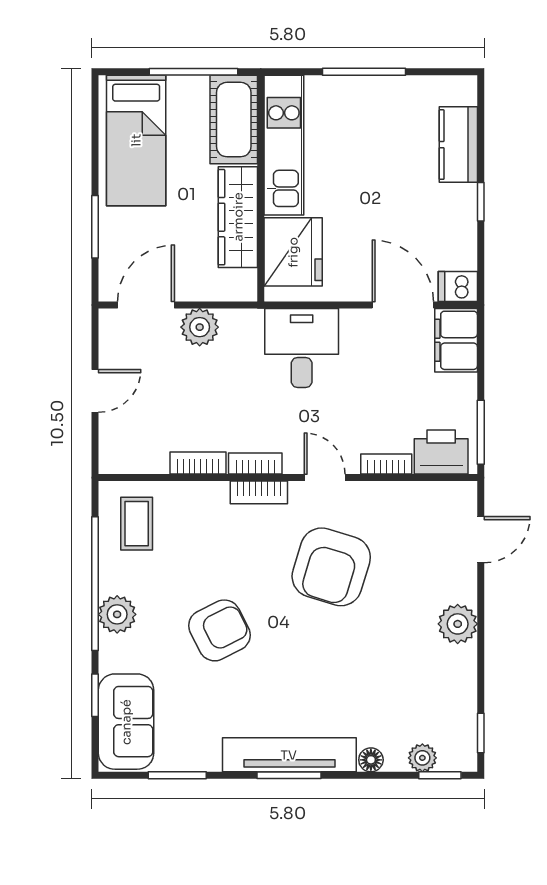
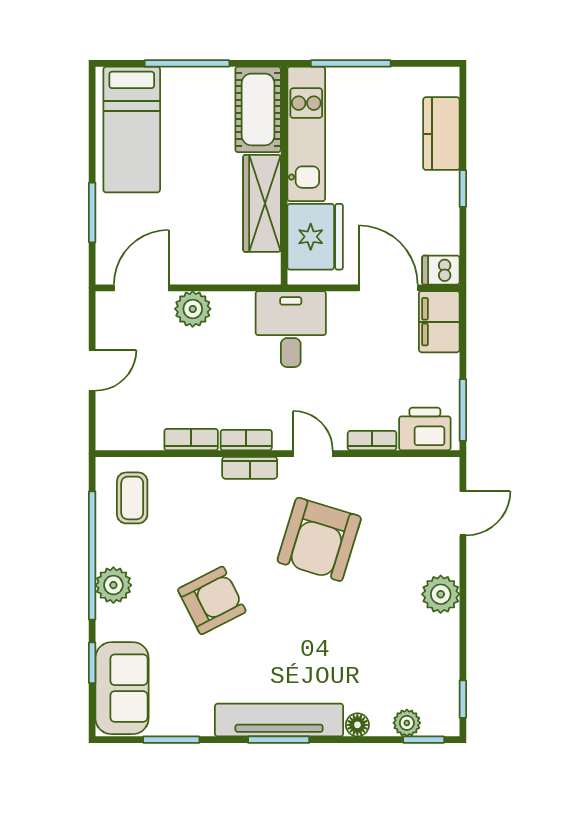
cot: (234, 120) -> (258, 109), moved
kitchen unit: (284, 145) -> (306, 134), moved
wall: (261, 188) -> (284, 176), moved
wardrobe: (238, 217) -> (262, 203), moved
fridge: (293, 252) -> (315, 237), moved

